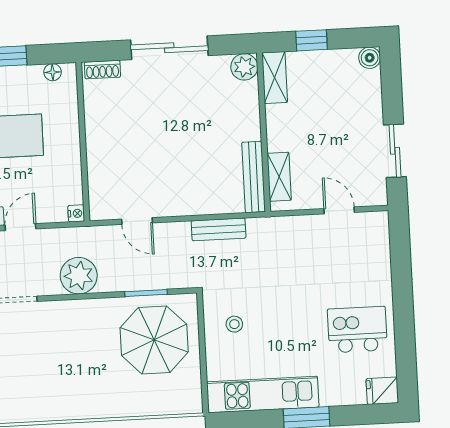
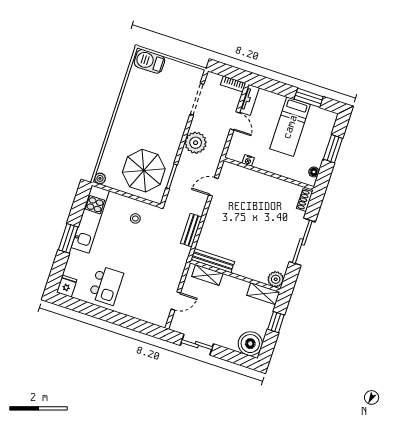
boiler: (370, 58) -> (250, 344), width x1.86, depth x1.86
nightstand: (76, 213) -> (248, 160), moved
plant: (193, 404) -> (100, 178), added

